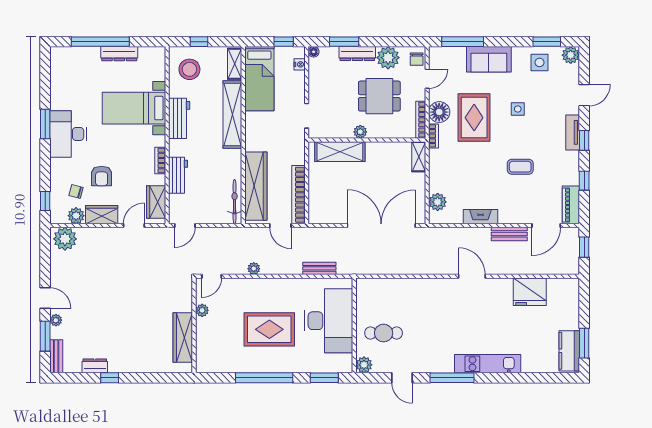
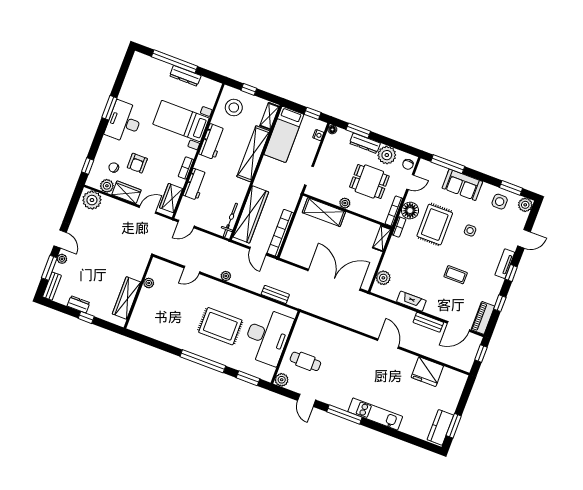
plant: (202, 310) -> (149, 283), moved
wall: (194, 325) -> (138, 292), moved
wardrobe: (183, 337) -> (127, 298), moved

